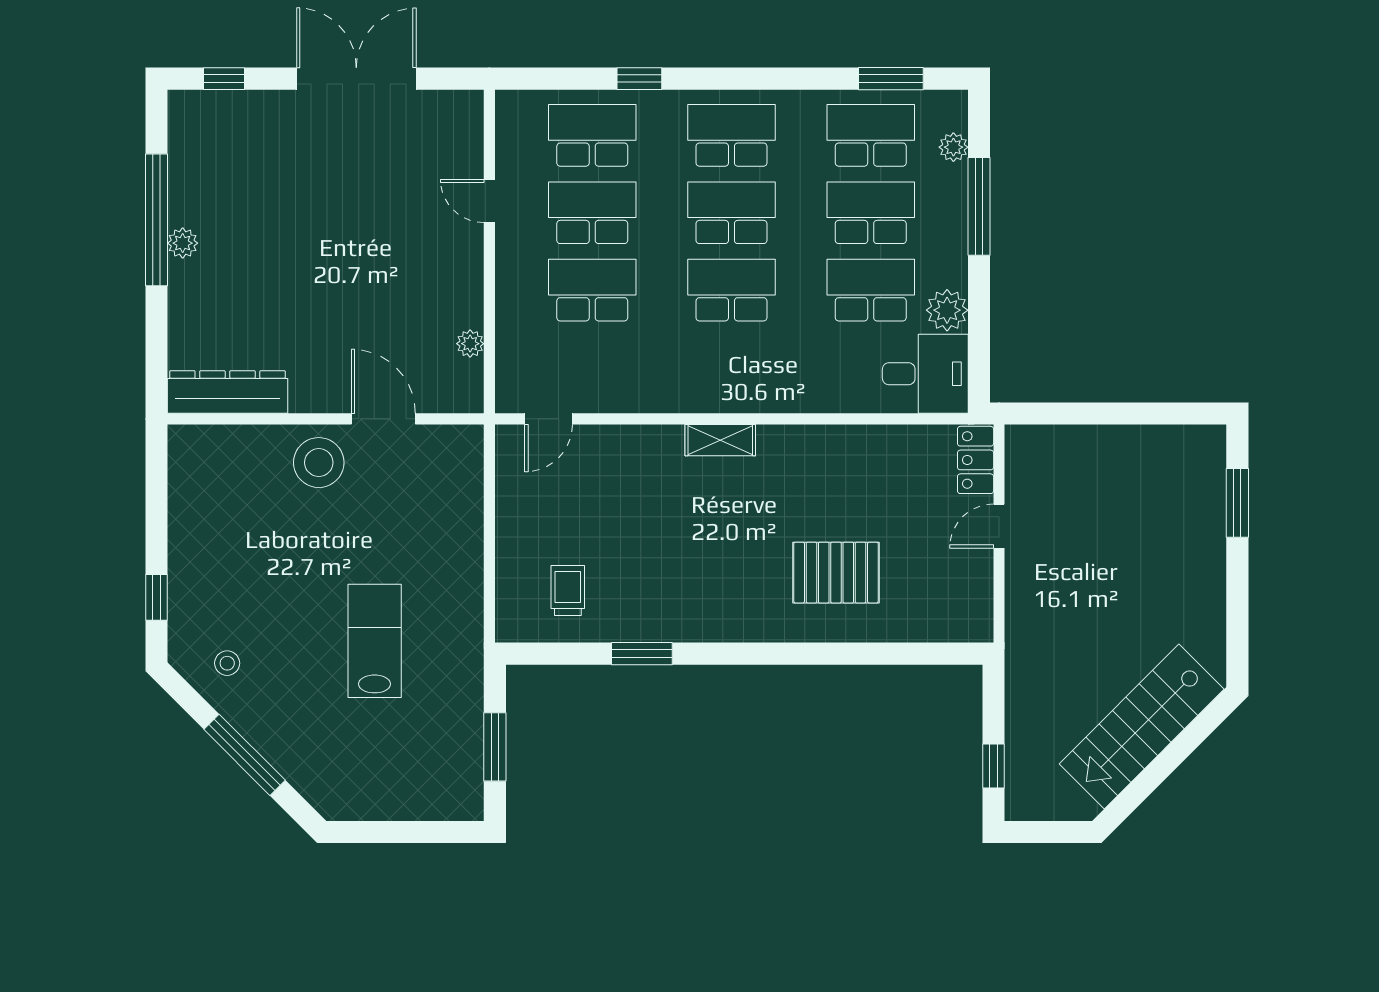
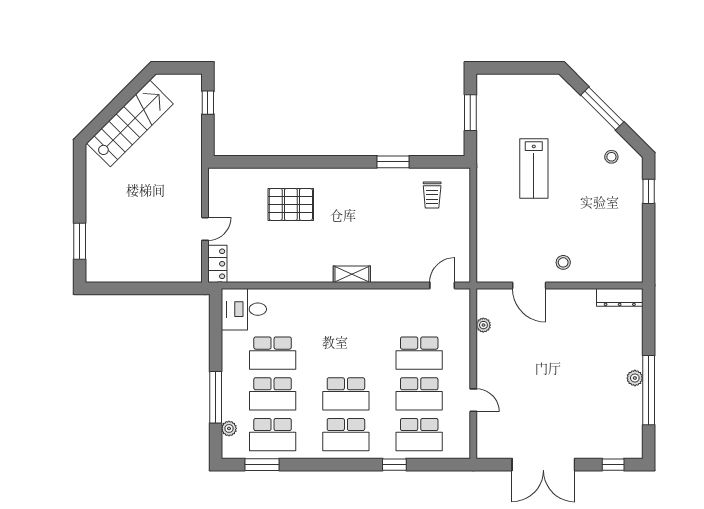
school desk: (731, 290) -> (346, 353), removed
plant: (947, 310) -> (232, 343), removed
dresser: (227, 392) -> (620, 297), width x0.73, depth x0.80
stool: (319, 463) -> (563, 262), width x0.53, depth x0.53

